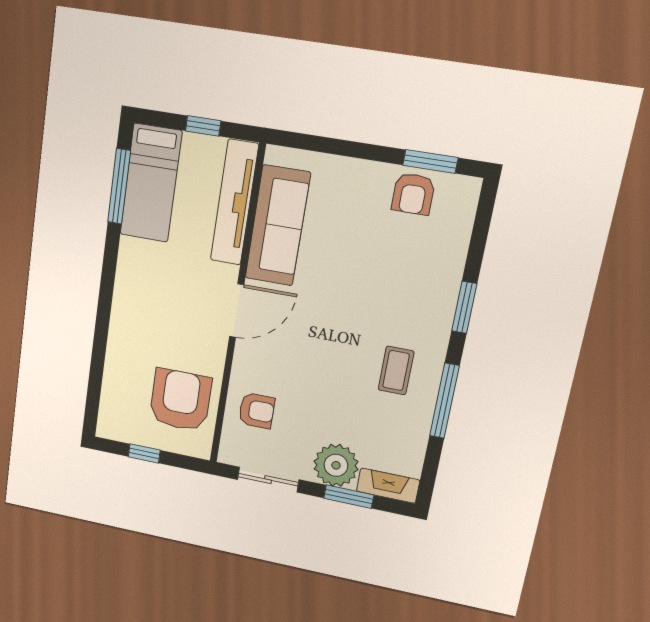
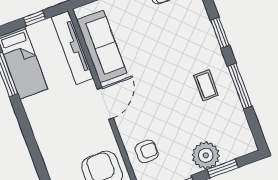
fireplace: (388, 486) -> (239, 149), removed

